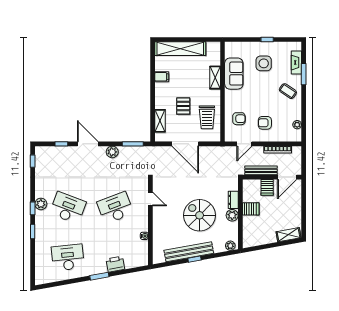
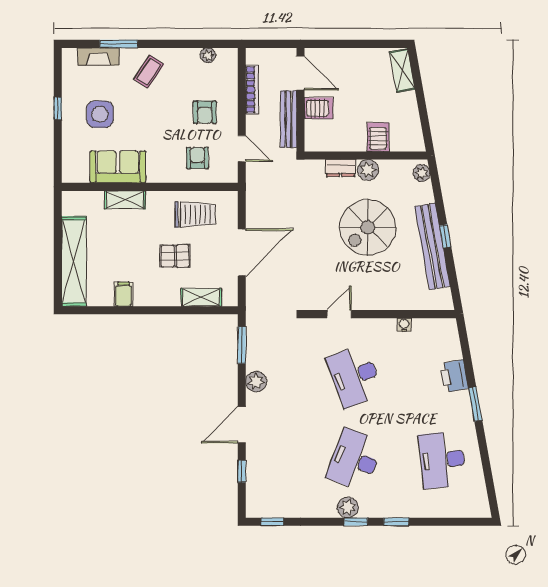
server rack: (251, 209) -> (378, 137), moved

